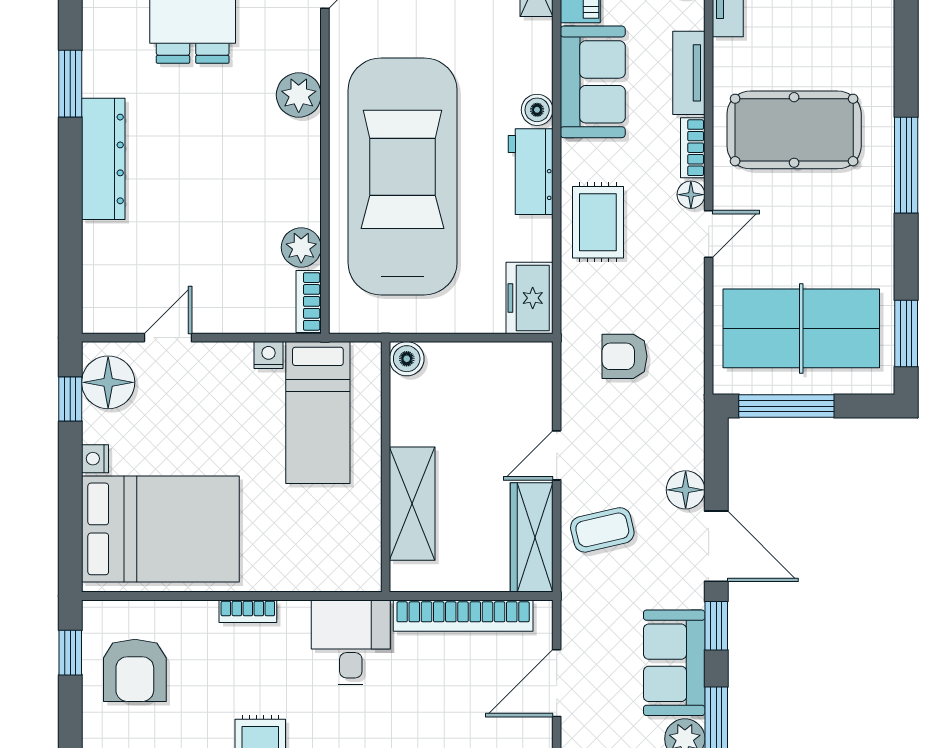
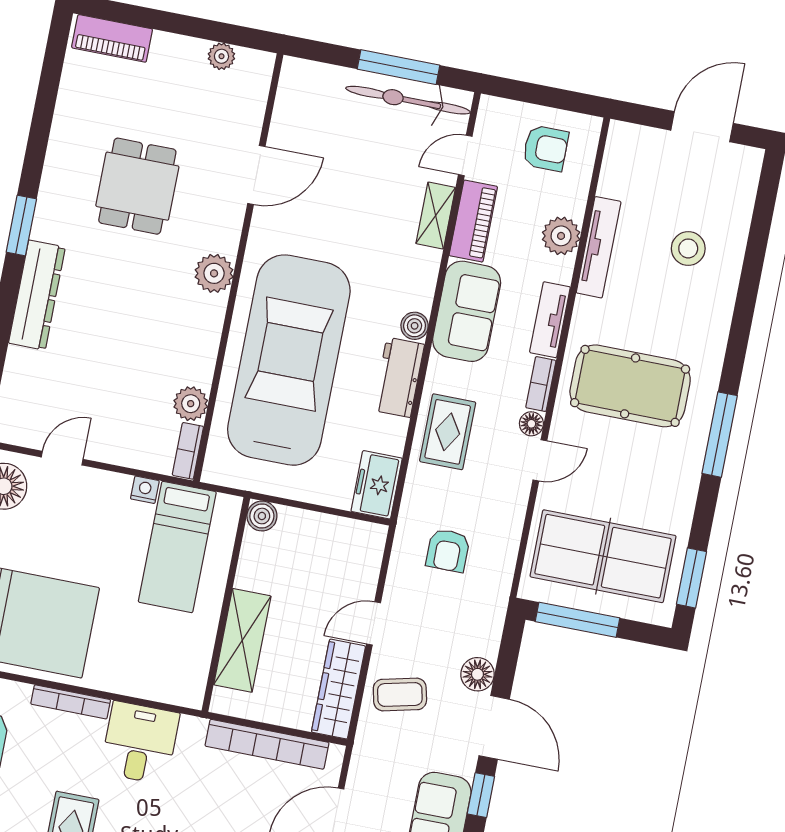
armchair: (624, 356) -> (448, 550), turned -90
bookcase: (248, 611) -> (71, 702), width x1.56
desk: (351, 642) -> (140, 743), moved

